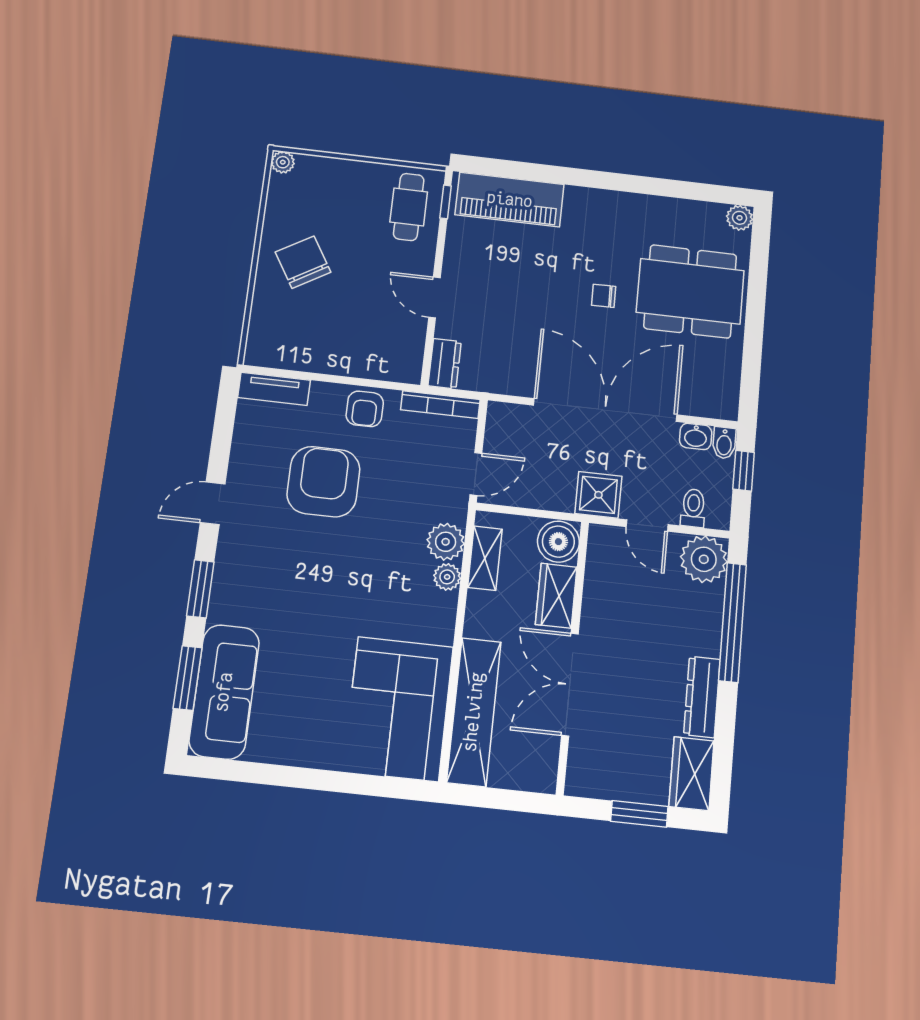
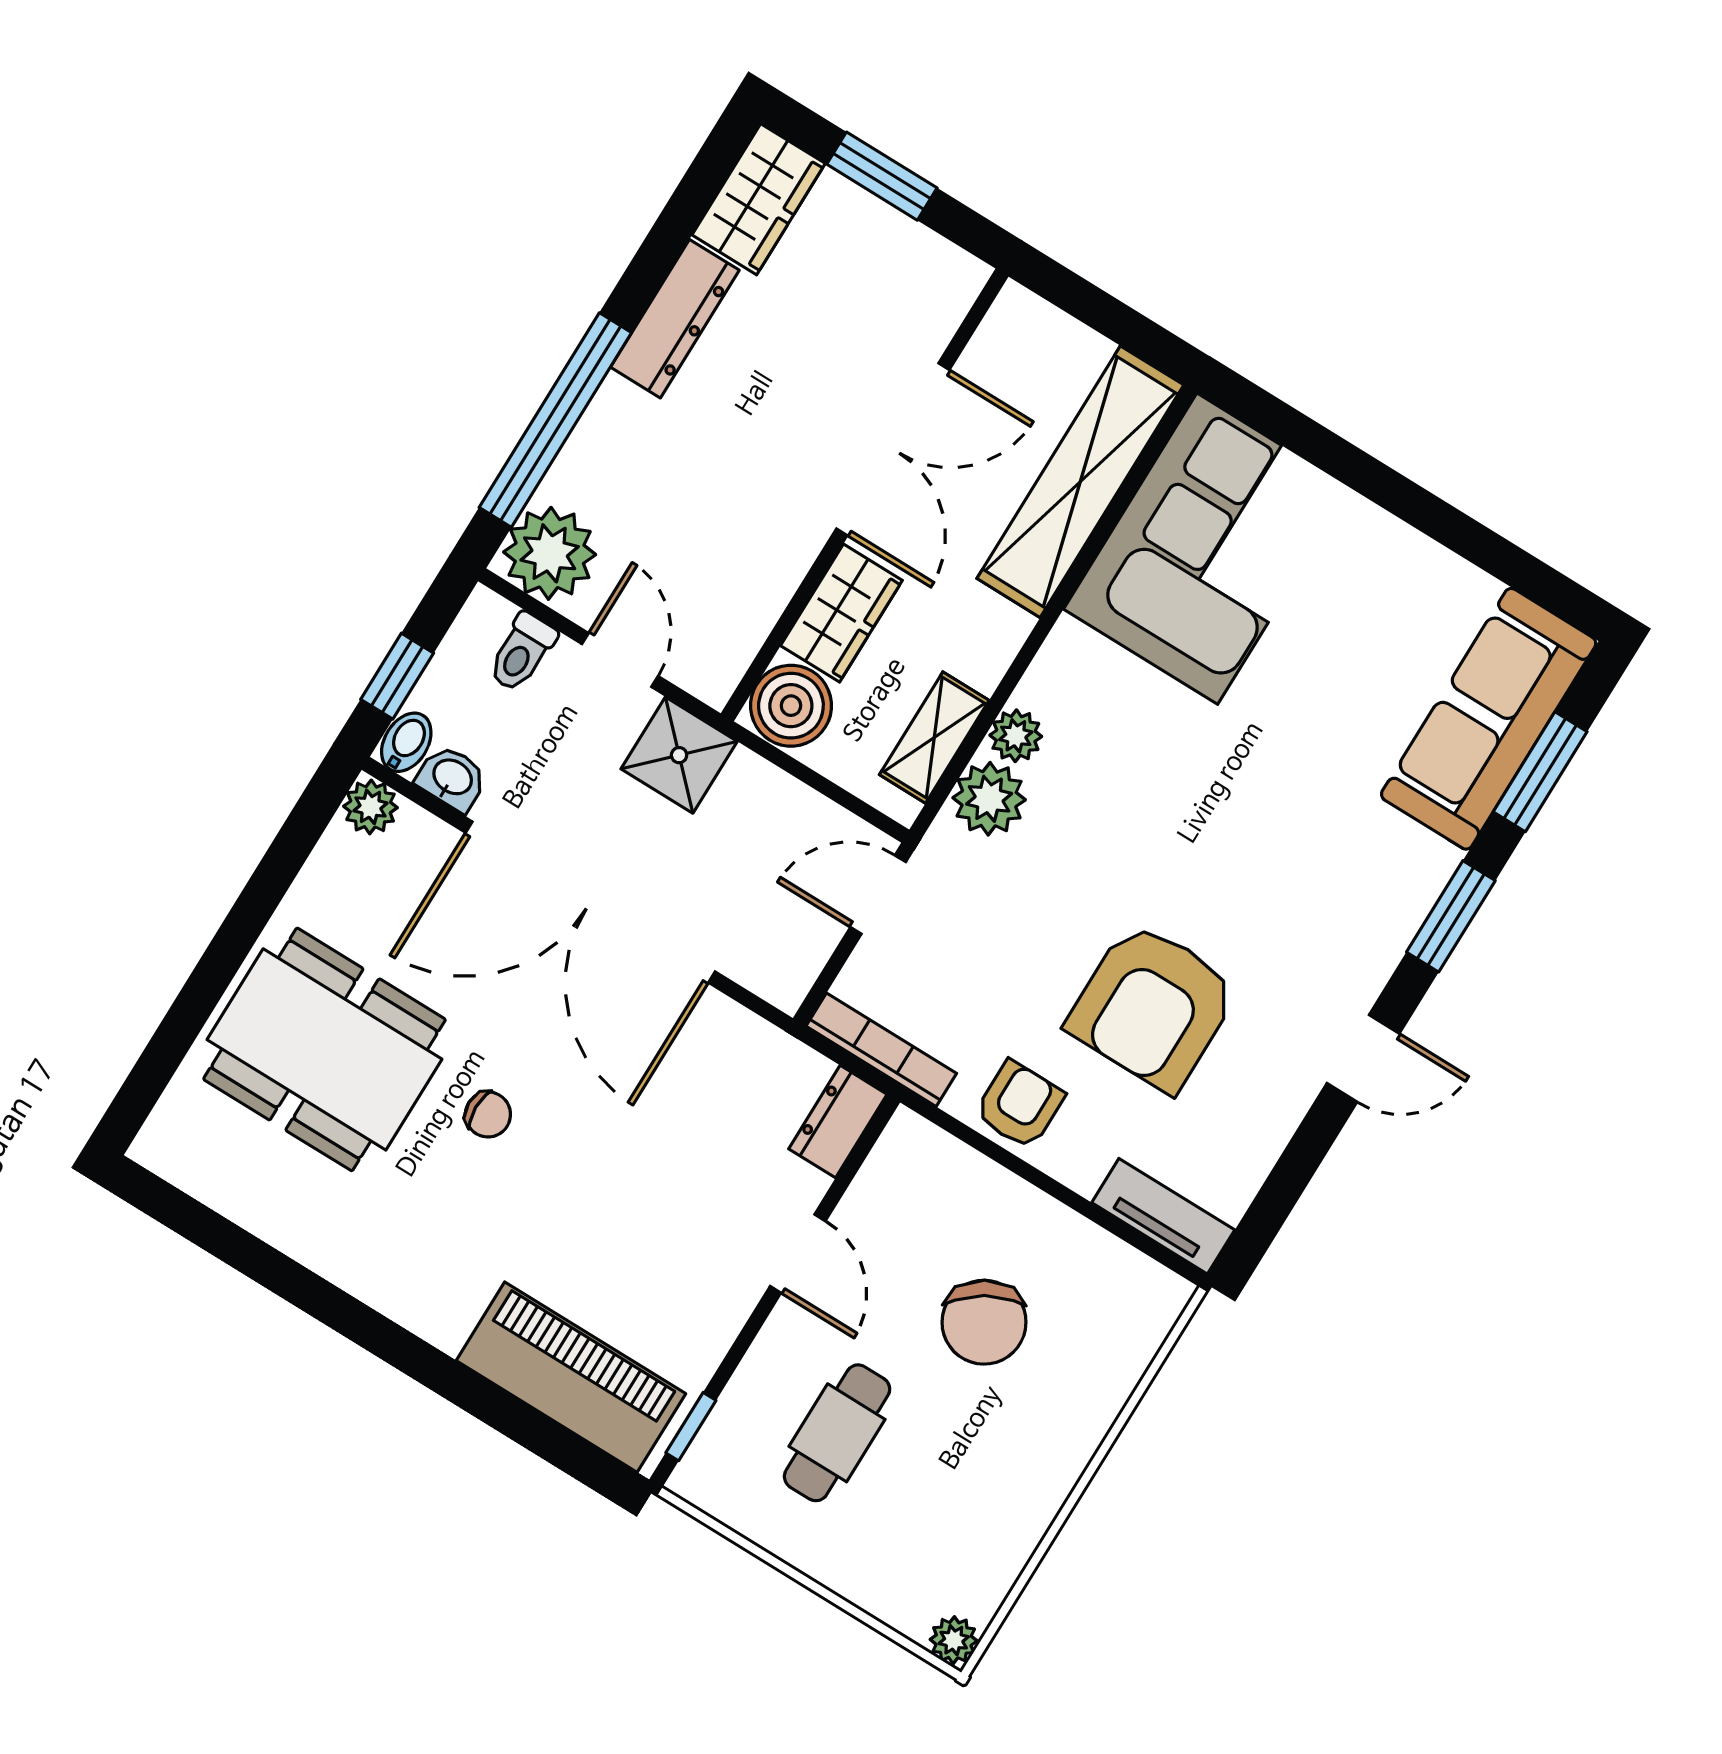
cafe table: (409, 207) -> (837, 1433), moved
plant: (740, 218) -> (370, 807), moved
chair: (303, 262) -> (984, 1322), moved

